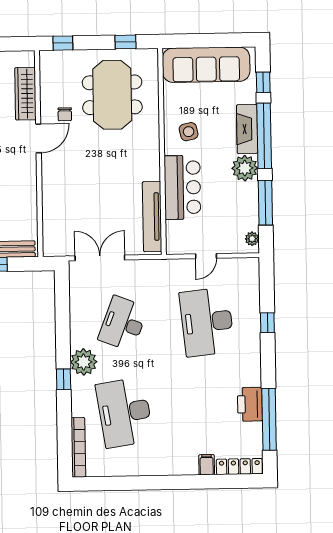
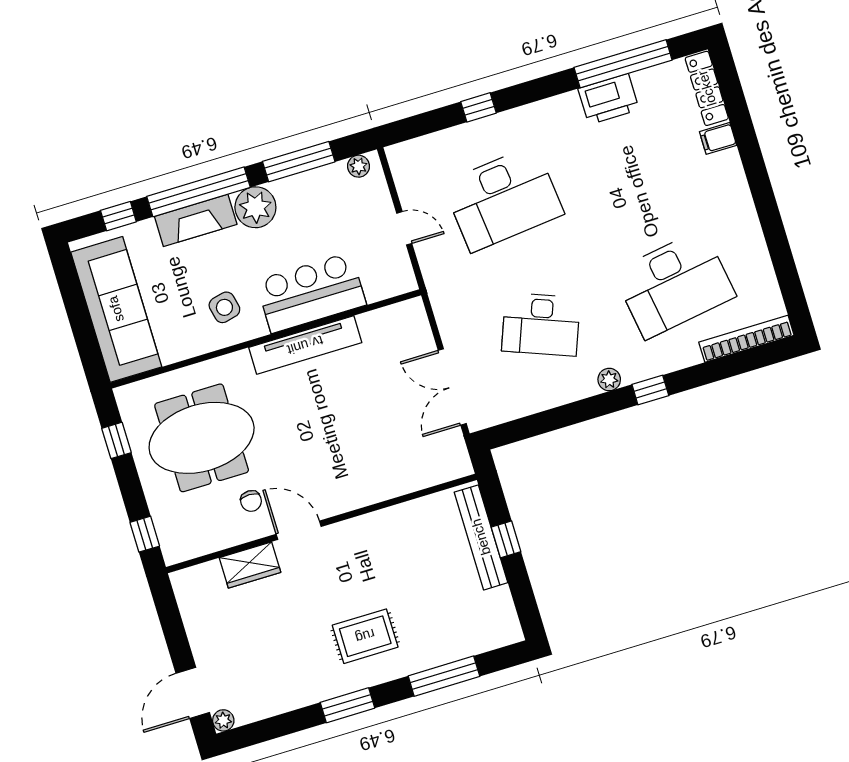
wardrobe: (25, 94) -> (250, 565), width x0.67
chair: (65, 114) -> (251, 501), turned 90
tv unit: (152, 217) -> (305, 345), moved
plant: (84, 362) -> (609, 380), width x0.53, depth x0.53

